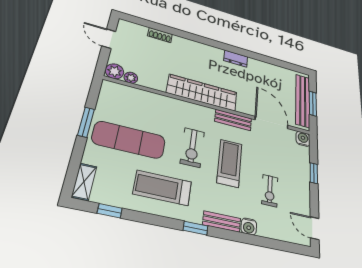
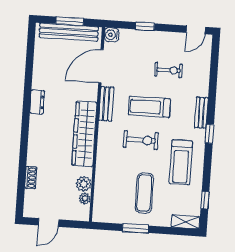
plant: (114, 71) -> (84, 184), moved
exercise mat: (129, 140) -> (144, 193), width x0.73, depth x0.69
water cooler: (249, 226) -> (202, 90), removed

